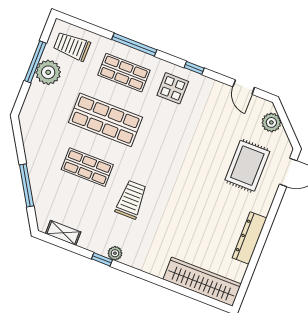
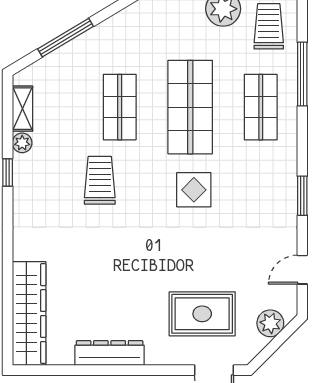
window: (134, 45) -> (302, 74), moved
window: (194, 68) -> (302, 196), width x1.50
display table: (173, 88) -> (194, 190), moved
trolley: (131, 200) -> (100, 180), turned -90
plant: (115, 253) -> (22, 143), moved

